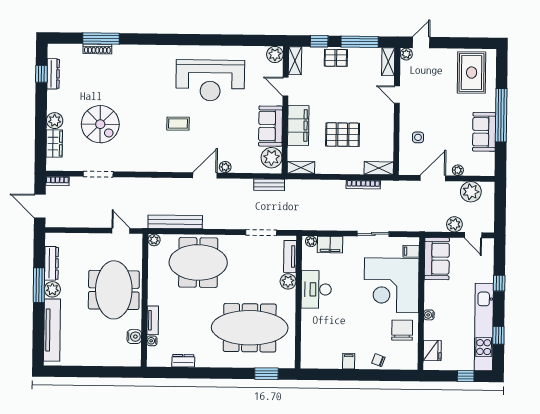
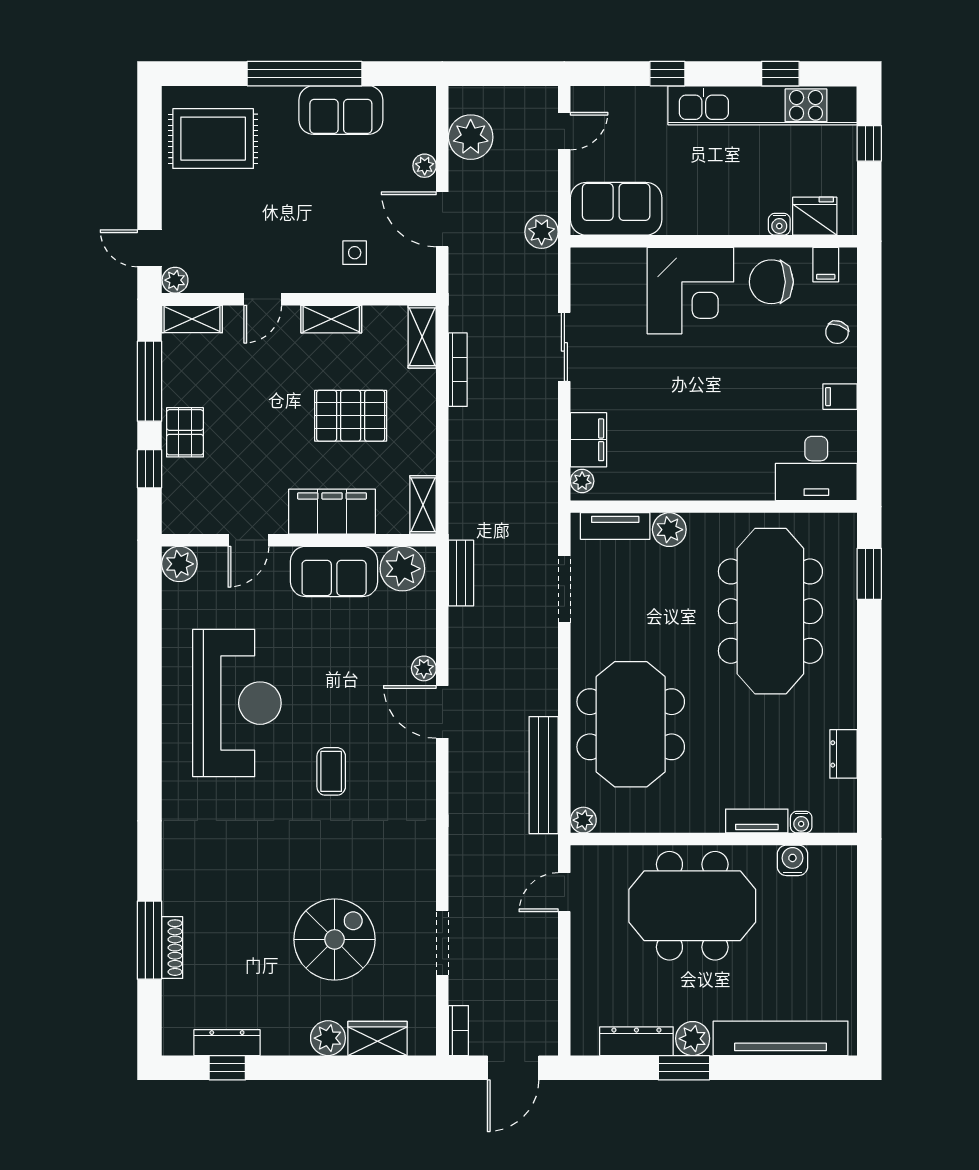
shelving: (295, 61) -> (331, 319), moved
pallet: (343, 135) -> (351, 416), turned 90
plant: (454, 224) -> (542, 232), moved
filing cabinet: (411, 251) -> (826, 265), moved
window: (39, 285) -> (684, 1068), width x0.69
corner desk: (391, 285) -> (690, 291), width x0.74, depth x0.74
desk: (316, 289) -> (816, 468), moved
water cooler: (429, 315) -> (779, 224), moved

